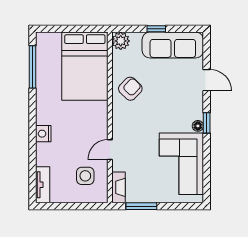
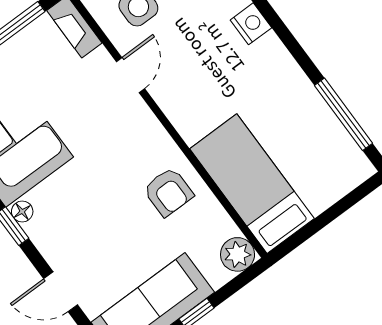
bed: (85, 66) -> (252, 184), width x0.67
armchair: (130, 89) -> (168, 192), turned -44

